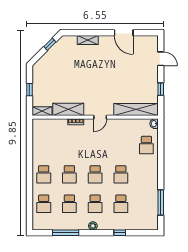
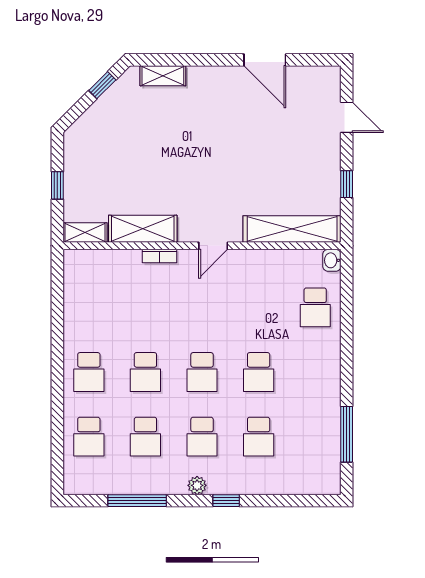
shelving: (88, 40) -> (163, 76), moved
window: (120, 233) -> (226, 501), moved

